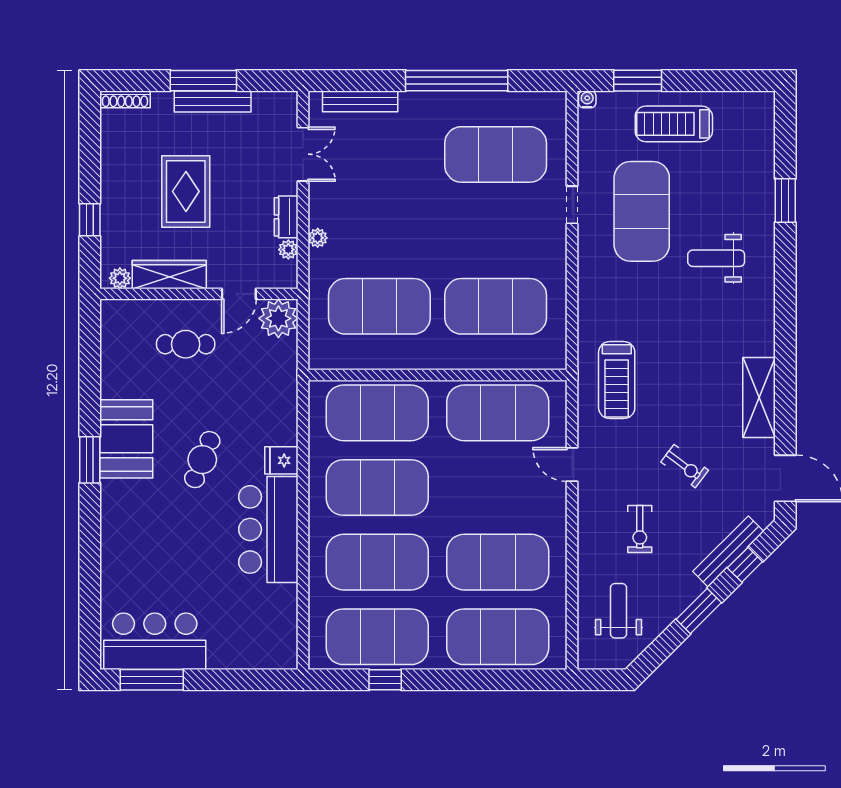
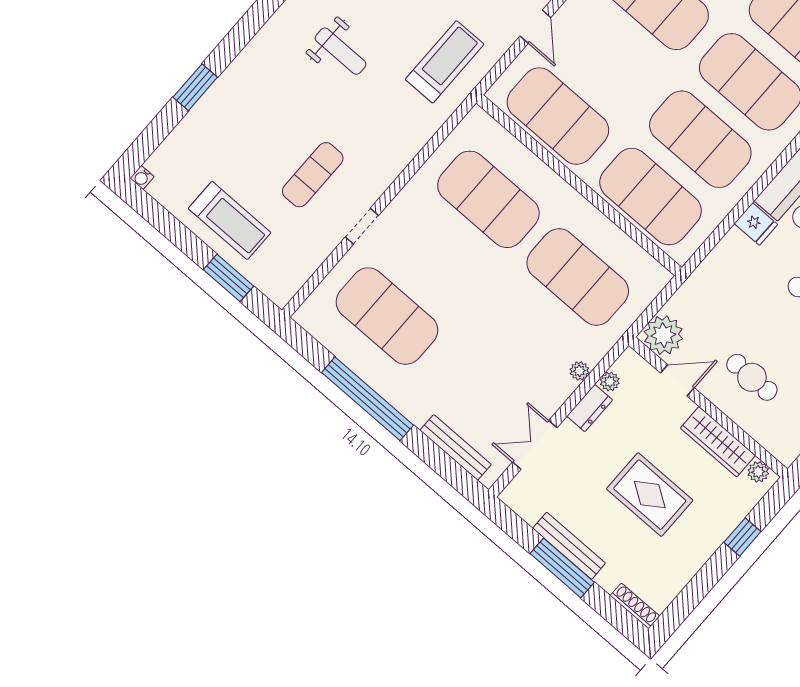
water cooler: (587, 99) -> (142, 177), moved
rug: (186, 191) -> (650, 495), turned 90
exercise mat: (642, 211) -> (313, 175), width x0.50, depth x0.69
weight bench: (716, 258) -> (341, 51), moved

